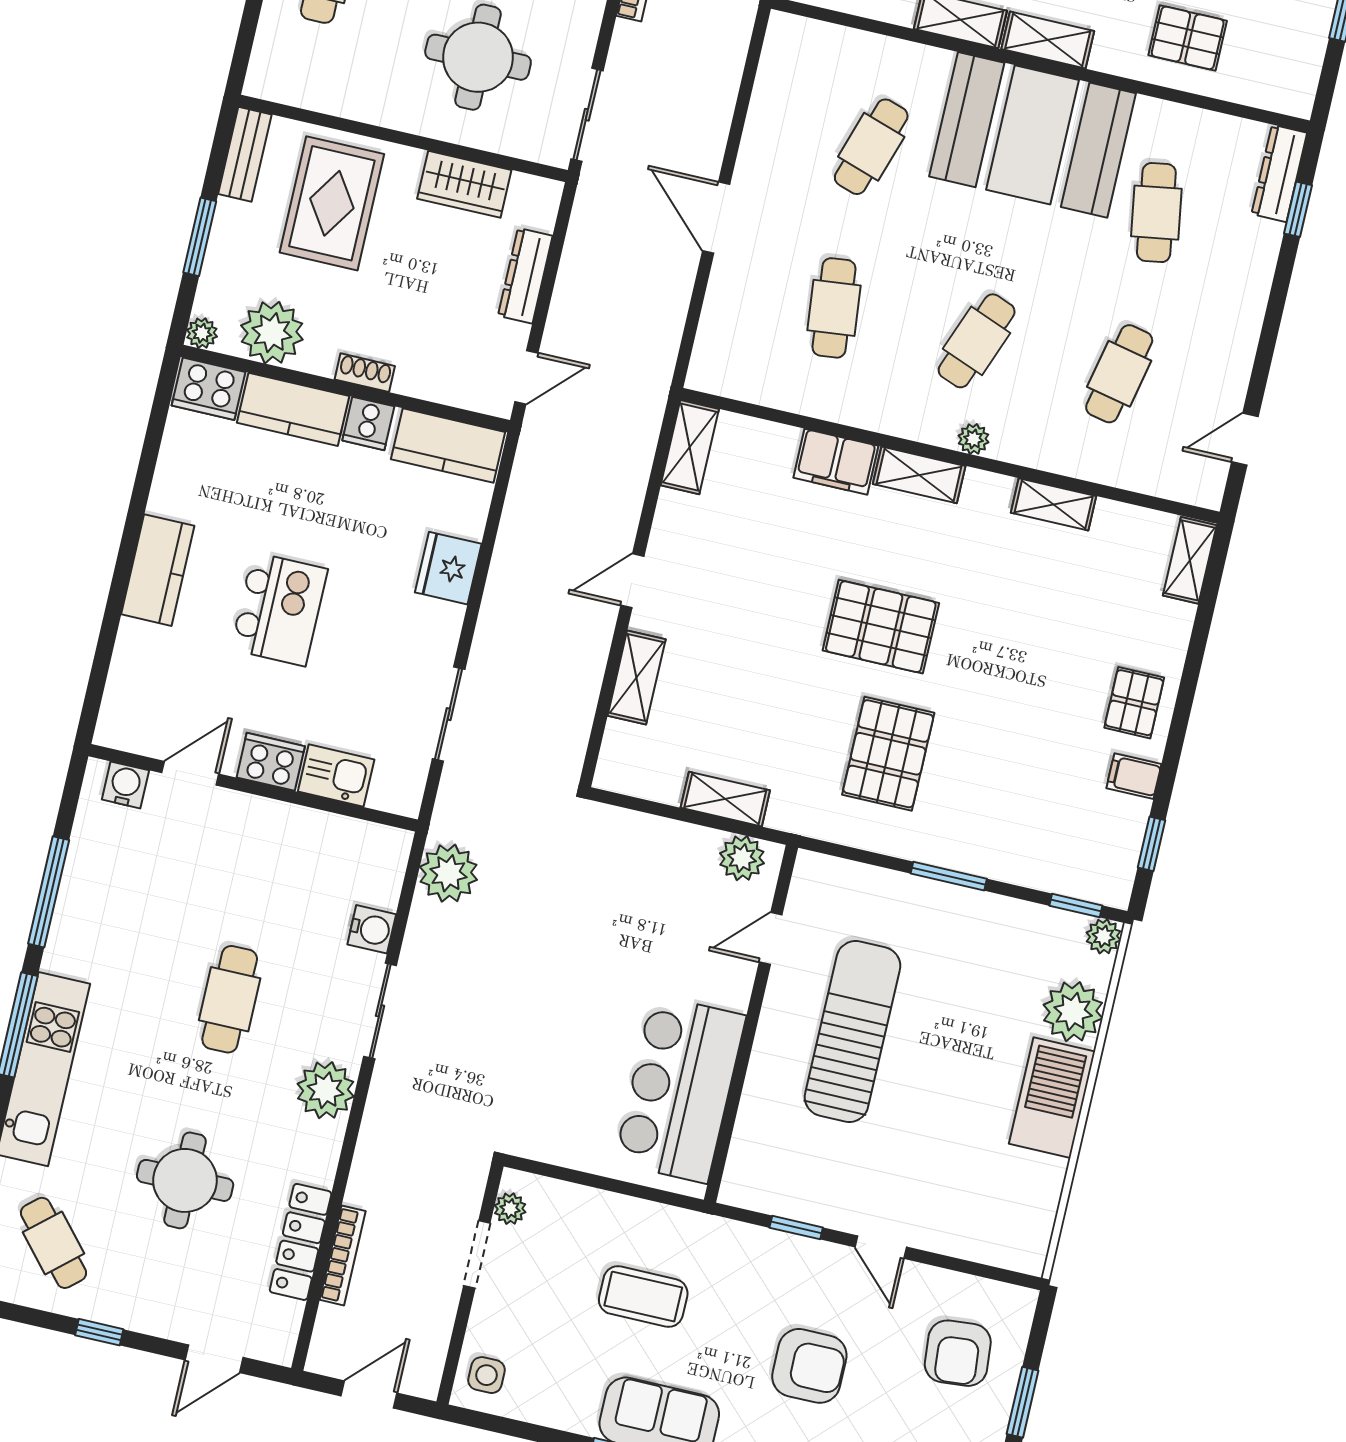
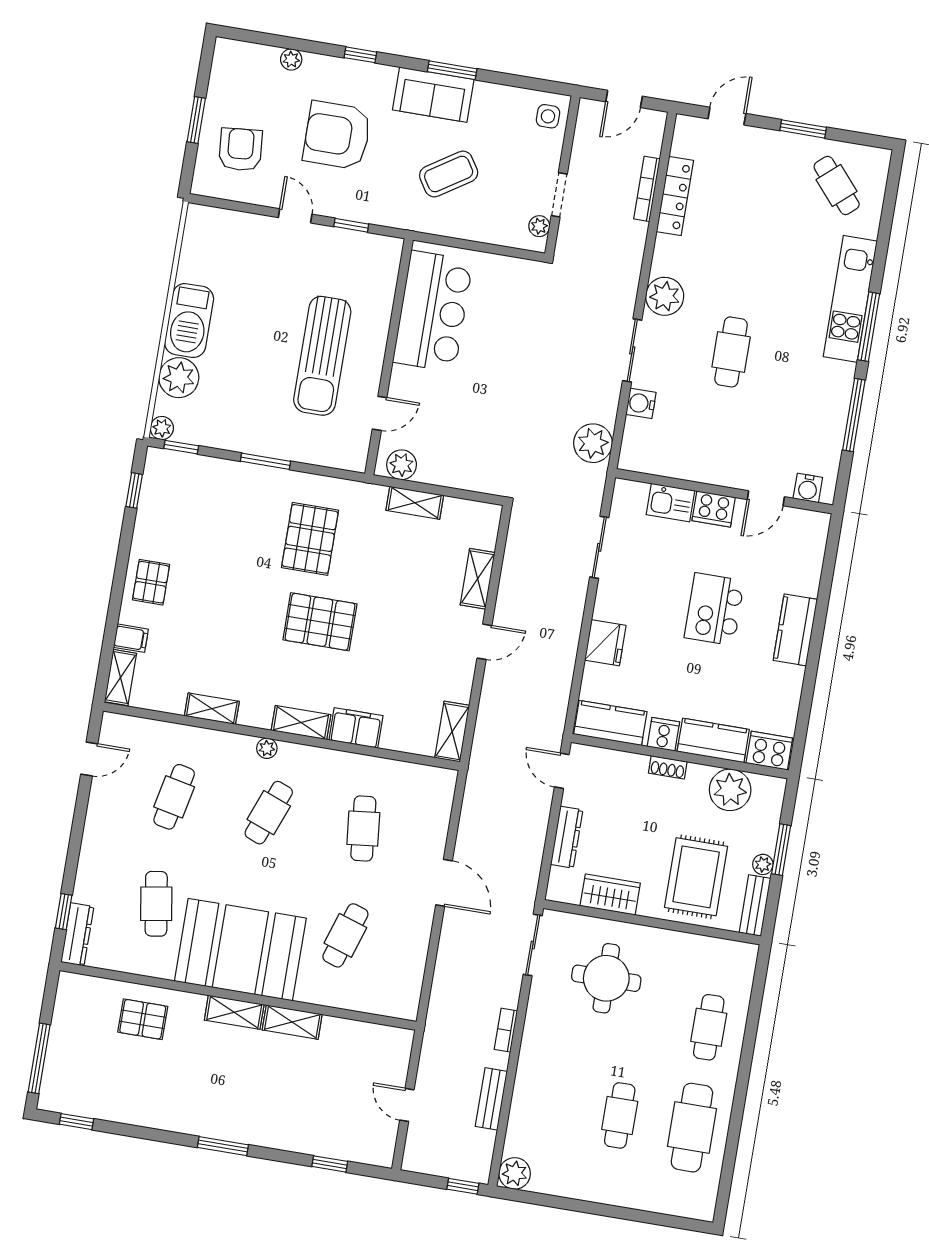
plant: (202, 333) -> (763, 864), moved
door: (526, 377) -> (562, 771), hinge flipped
filing cabinet: (1134, 776) -> (131, 638), moved
round table: (185, 1180) -> (753, 232), removed
coffee table: (643, 1297) -> (449, 174), turned -33
window: (99, 1332) -> (803, 129), width x1.50
armchair: (809, 1366) -> (337, 135), width x1.36, depth x1.36

